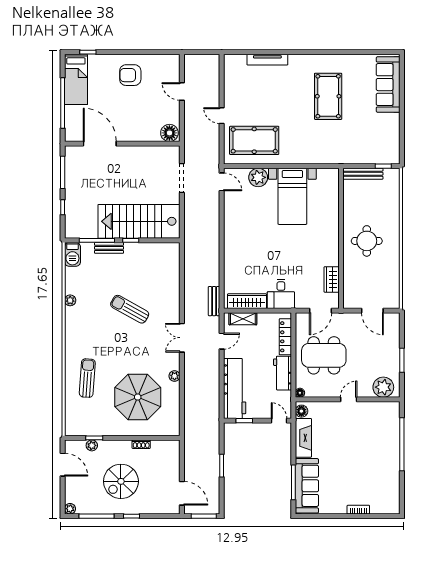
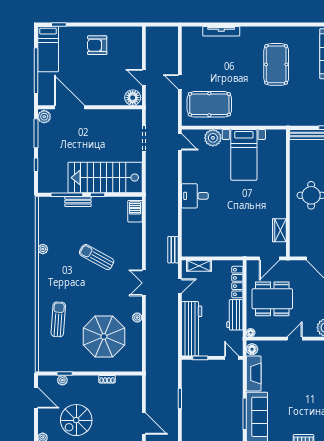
door: (182, 92) -> (144, 77), moved
plant: (72, 154) -> (44, 117), added
barbecue: (72, 254) -> (135, 211), moved, turned 180
desk: (281, 294) -> (195, 196), moved, turned 90
wardrobe: (247, 301) -> (203, 250), removed
spiral stairs: (121, 481) -> (76, 420), moved

